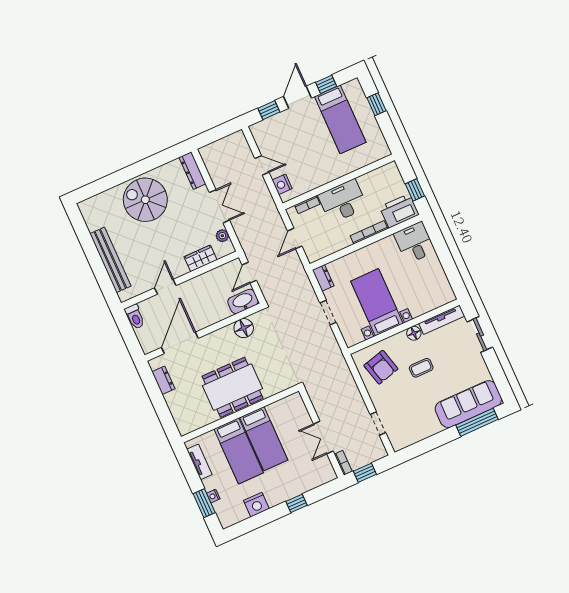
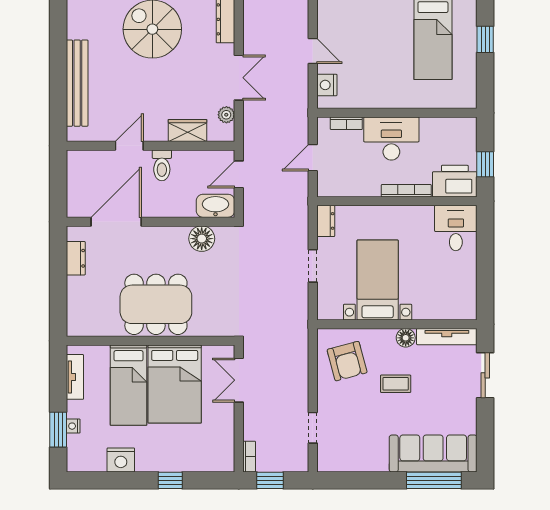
toilet: (135, 317) -> (162, 165), moved
double door: (323, 438) -> (239, 380), moved
bed: (264, 439) -> (175, 384), width x1.50

